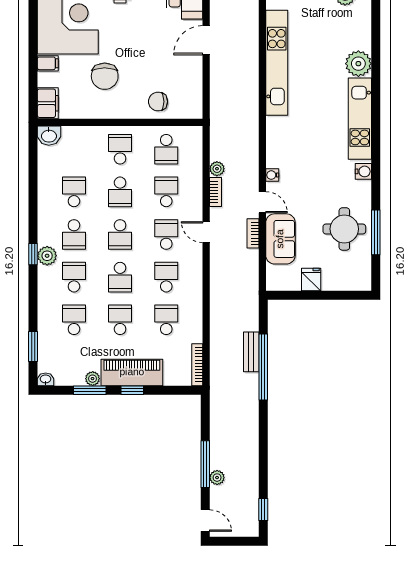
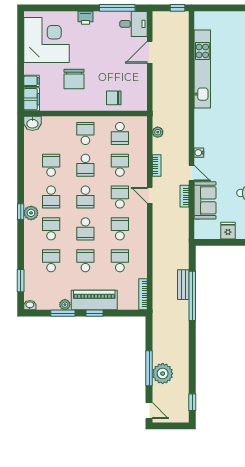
filing cabinet: (48, 63) -> (32, 81), moved
plant: (217, 169) -> (158, 132), moved
plant: (217, 478) -> (163, 374), width x1.88, depth x1.88

